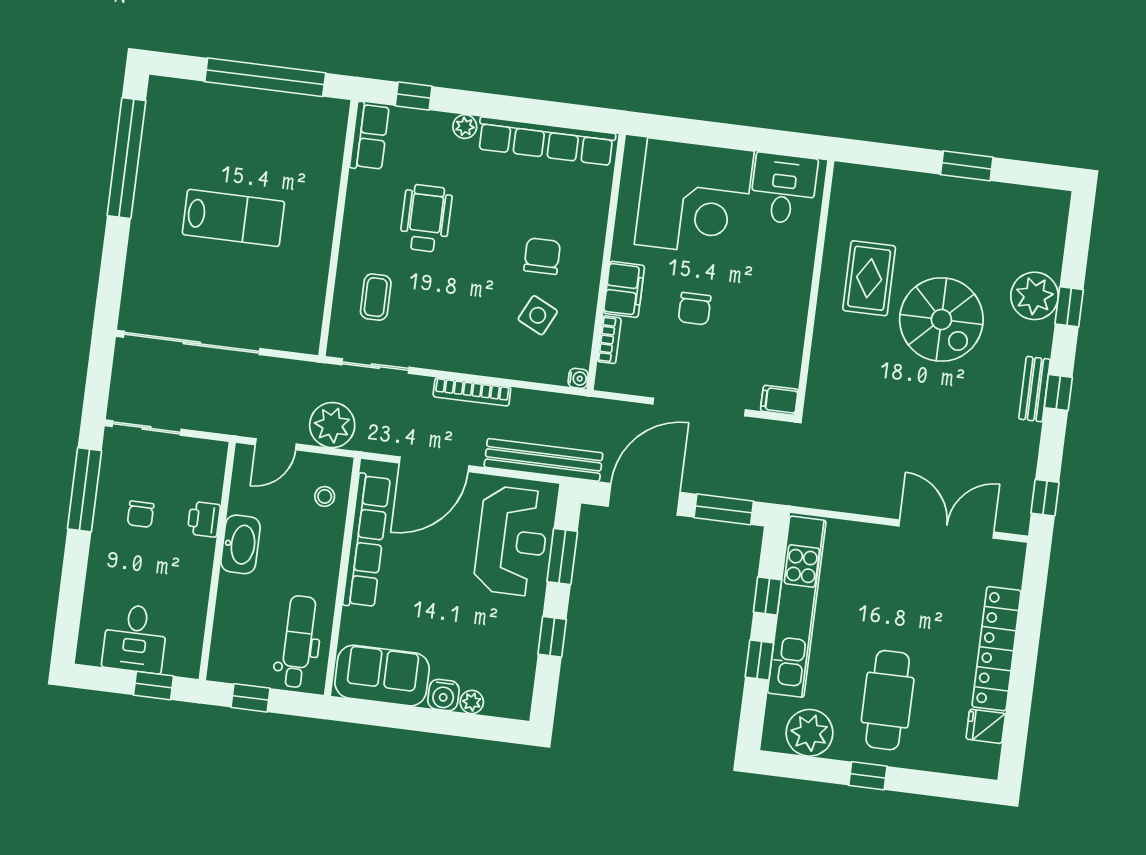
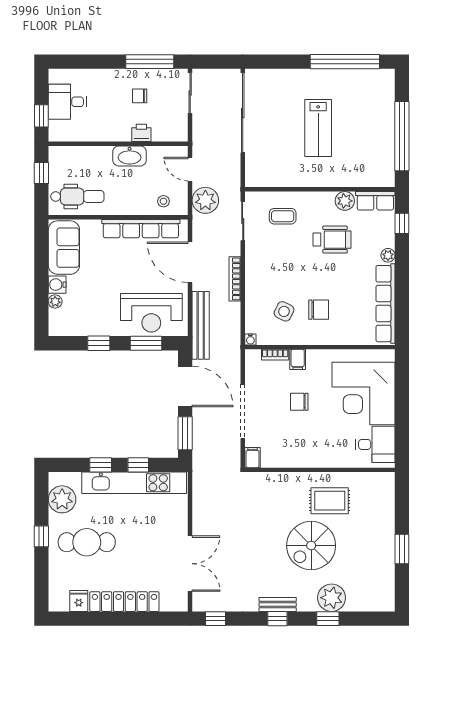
plant: (363, 188) -> (345, 201), added
filing cabinet: (624, 289) -> (298, 359), width x0.50

